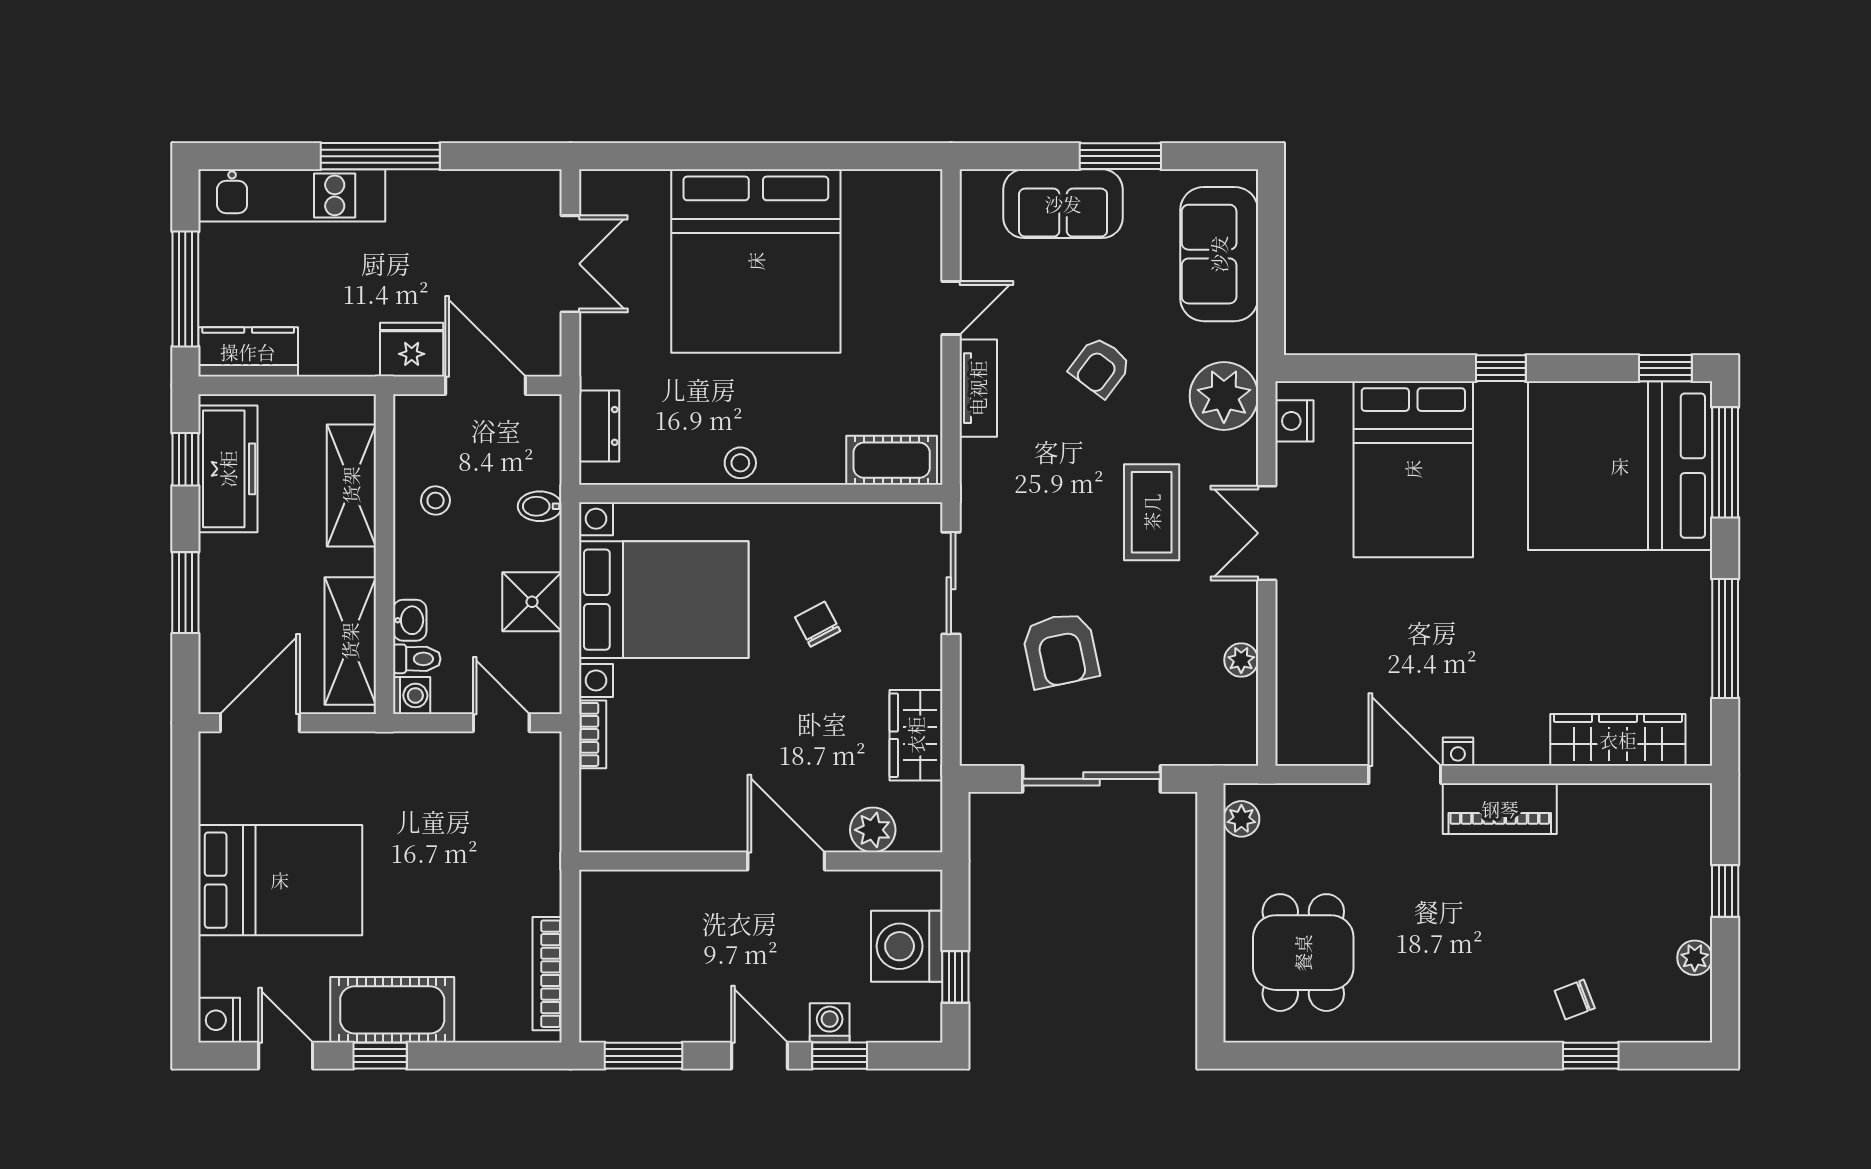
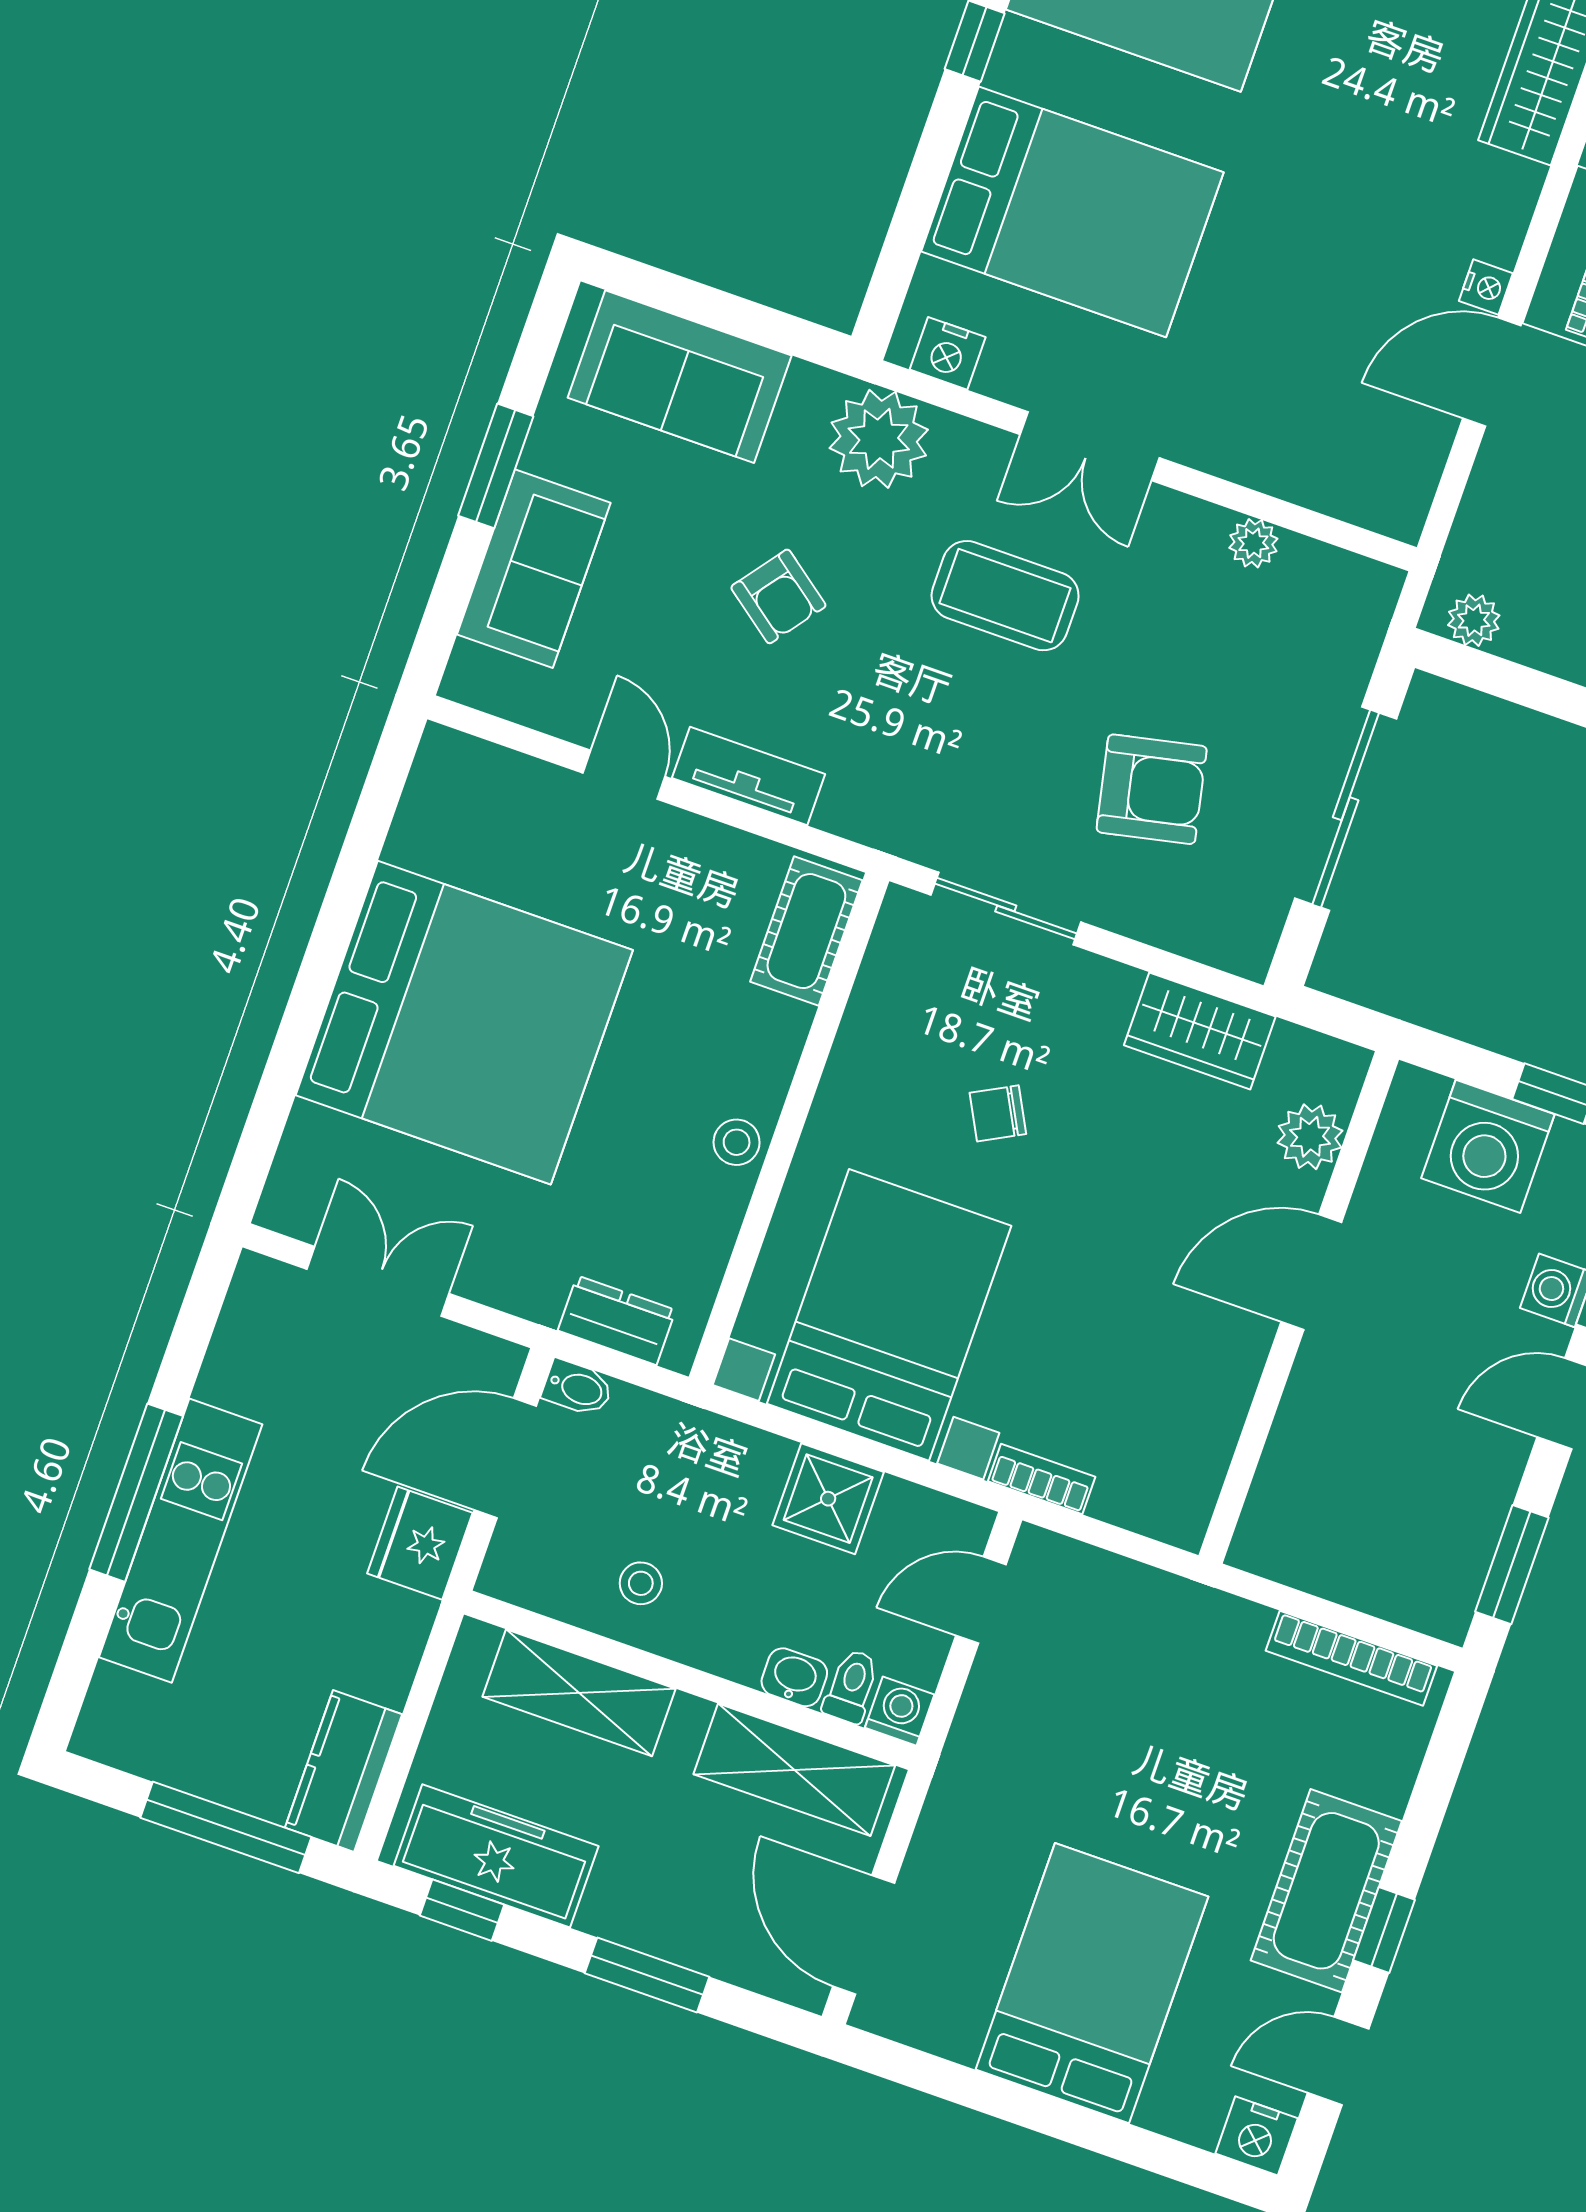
kitchen unit: (292, 195) -> (181, 1541), moved
bidet: (540, 506) -> (578, 1388), moved, turned -90

